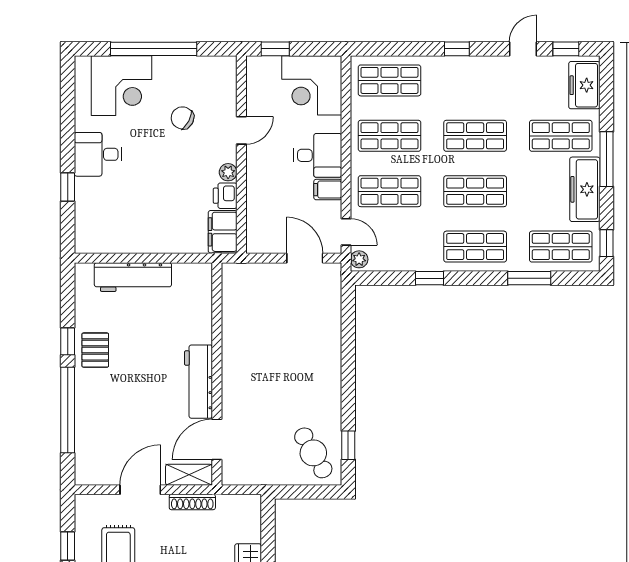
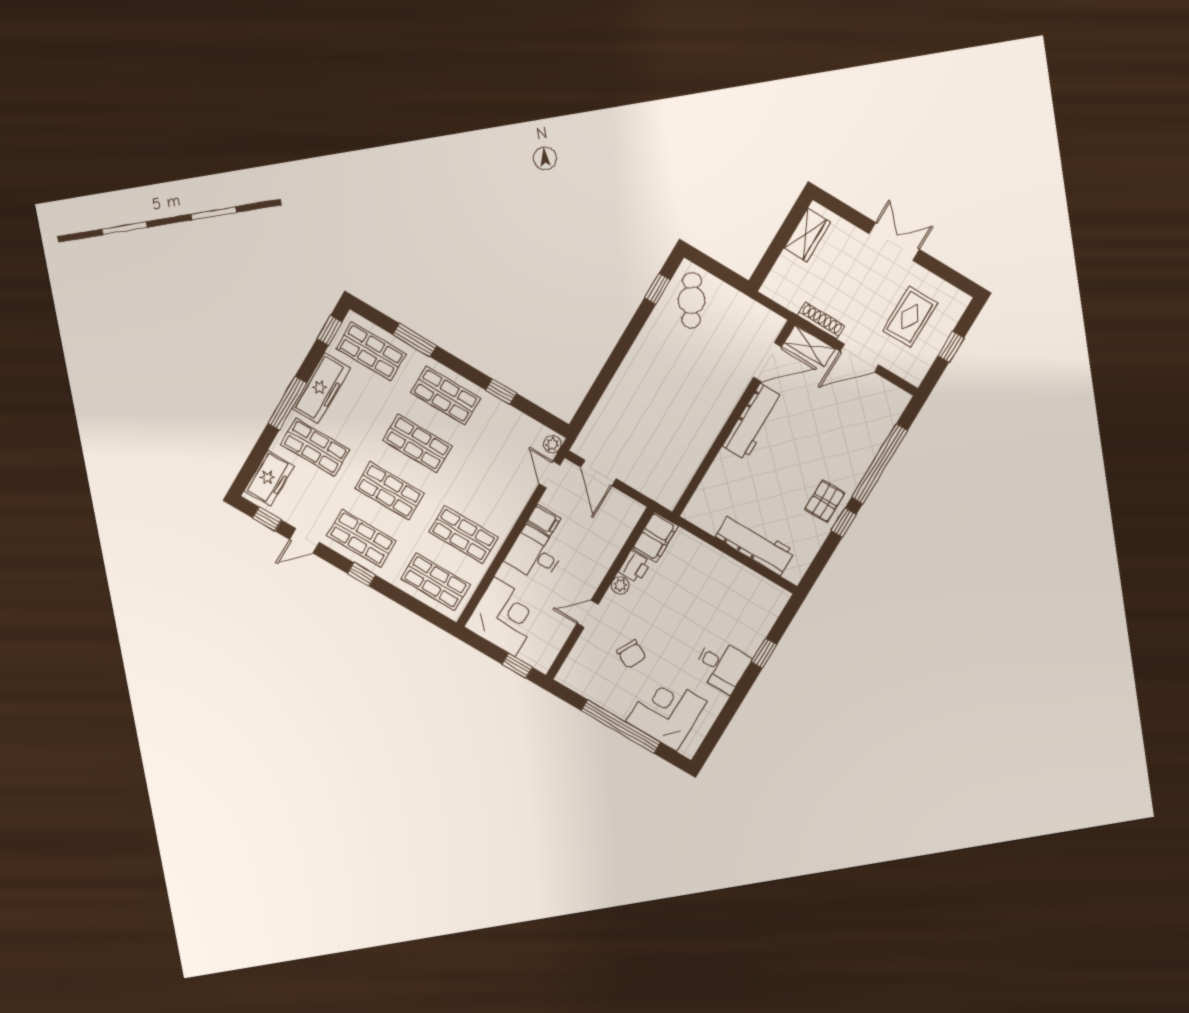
shop shelf: (389, 191) -> (362, 538), moved

